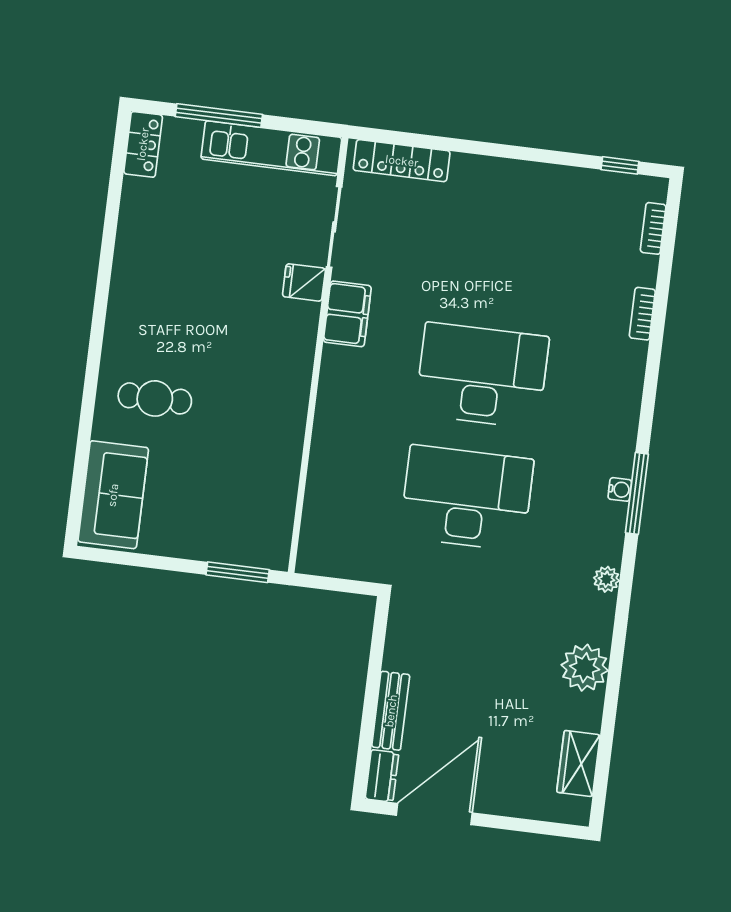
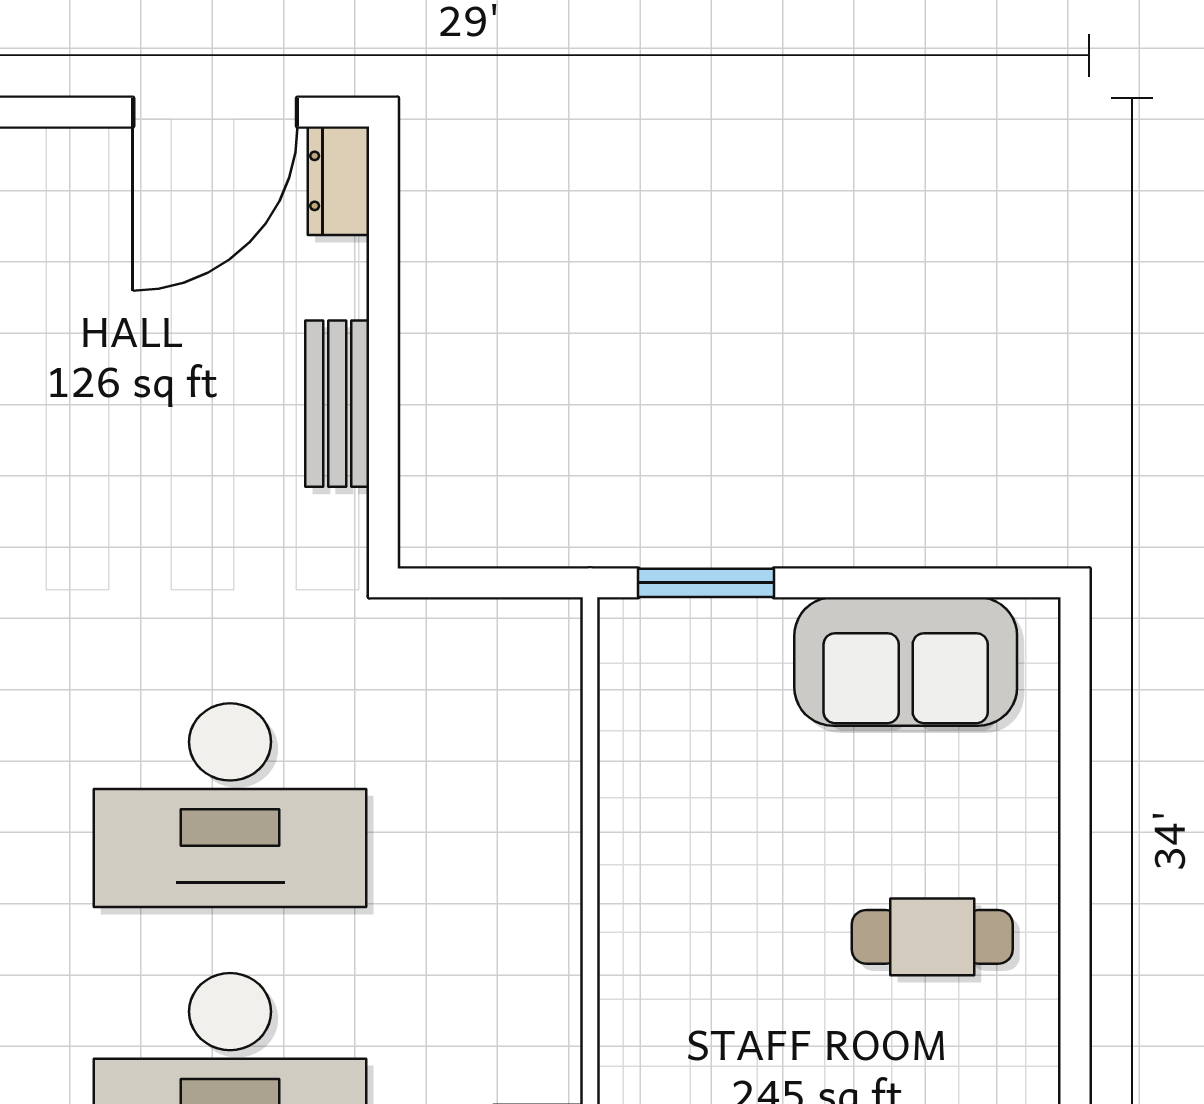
sofa: (113, 495) -> (906, 661), moved, turned -90
bench: (391, 711) -> (337, 404), moved

